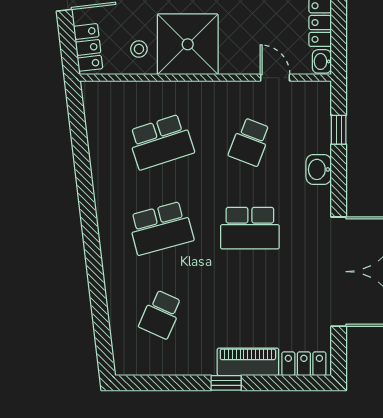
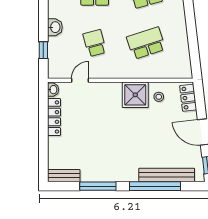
shower: (188, 44) -> (135, 95), width x0.73, depth x0.73
door: (275, 78) -> (80, 80), swing flipped
school desk: (250, 142) -> (95, 43), turned -36

